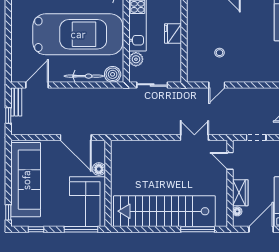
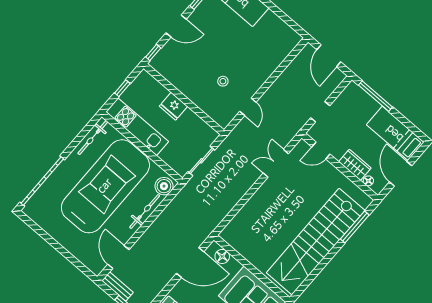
plant: (136, 59) -> (168, 156), removed
floor lamp: (99, 169) -> (222, 256), moved

